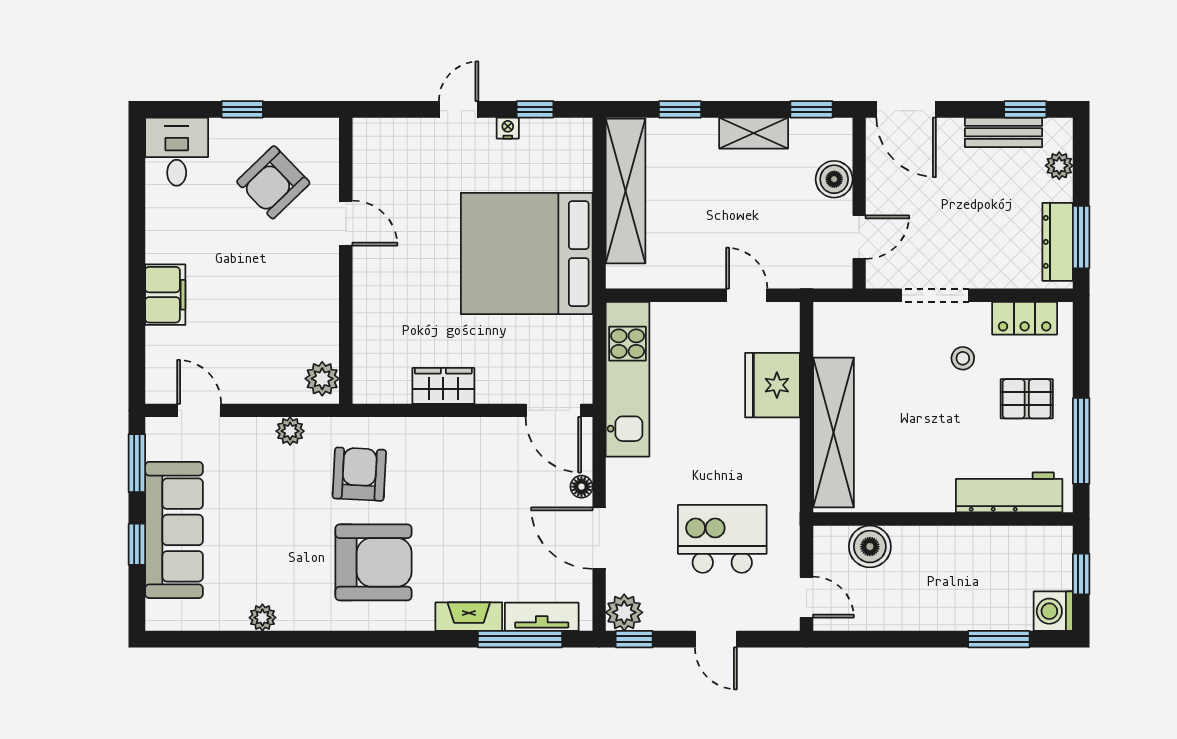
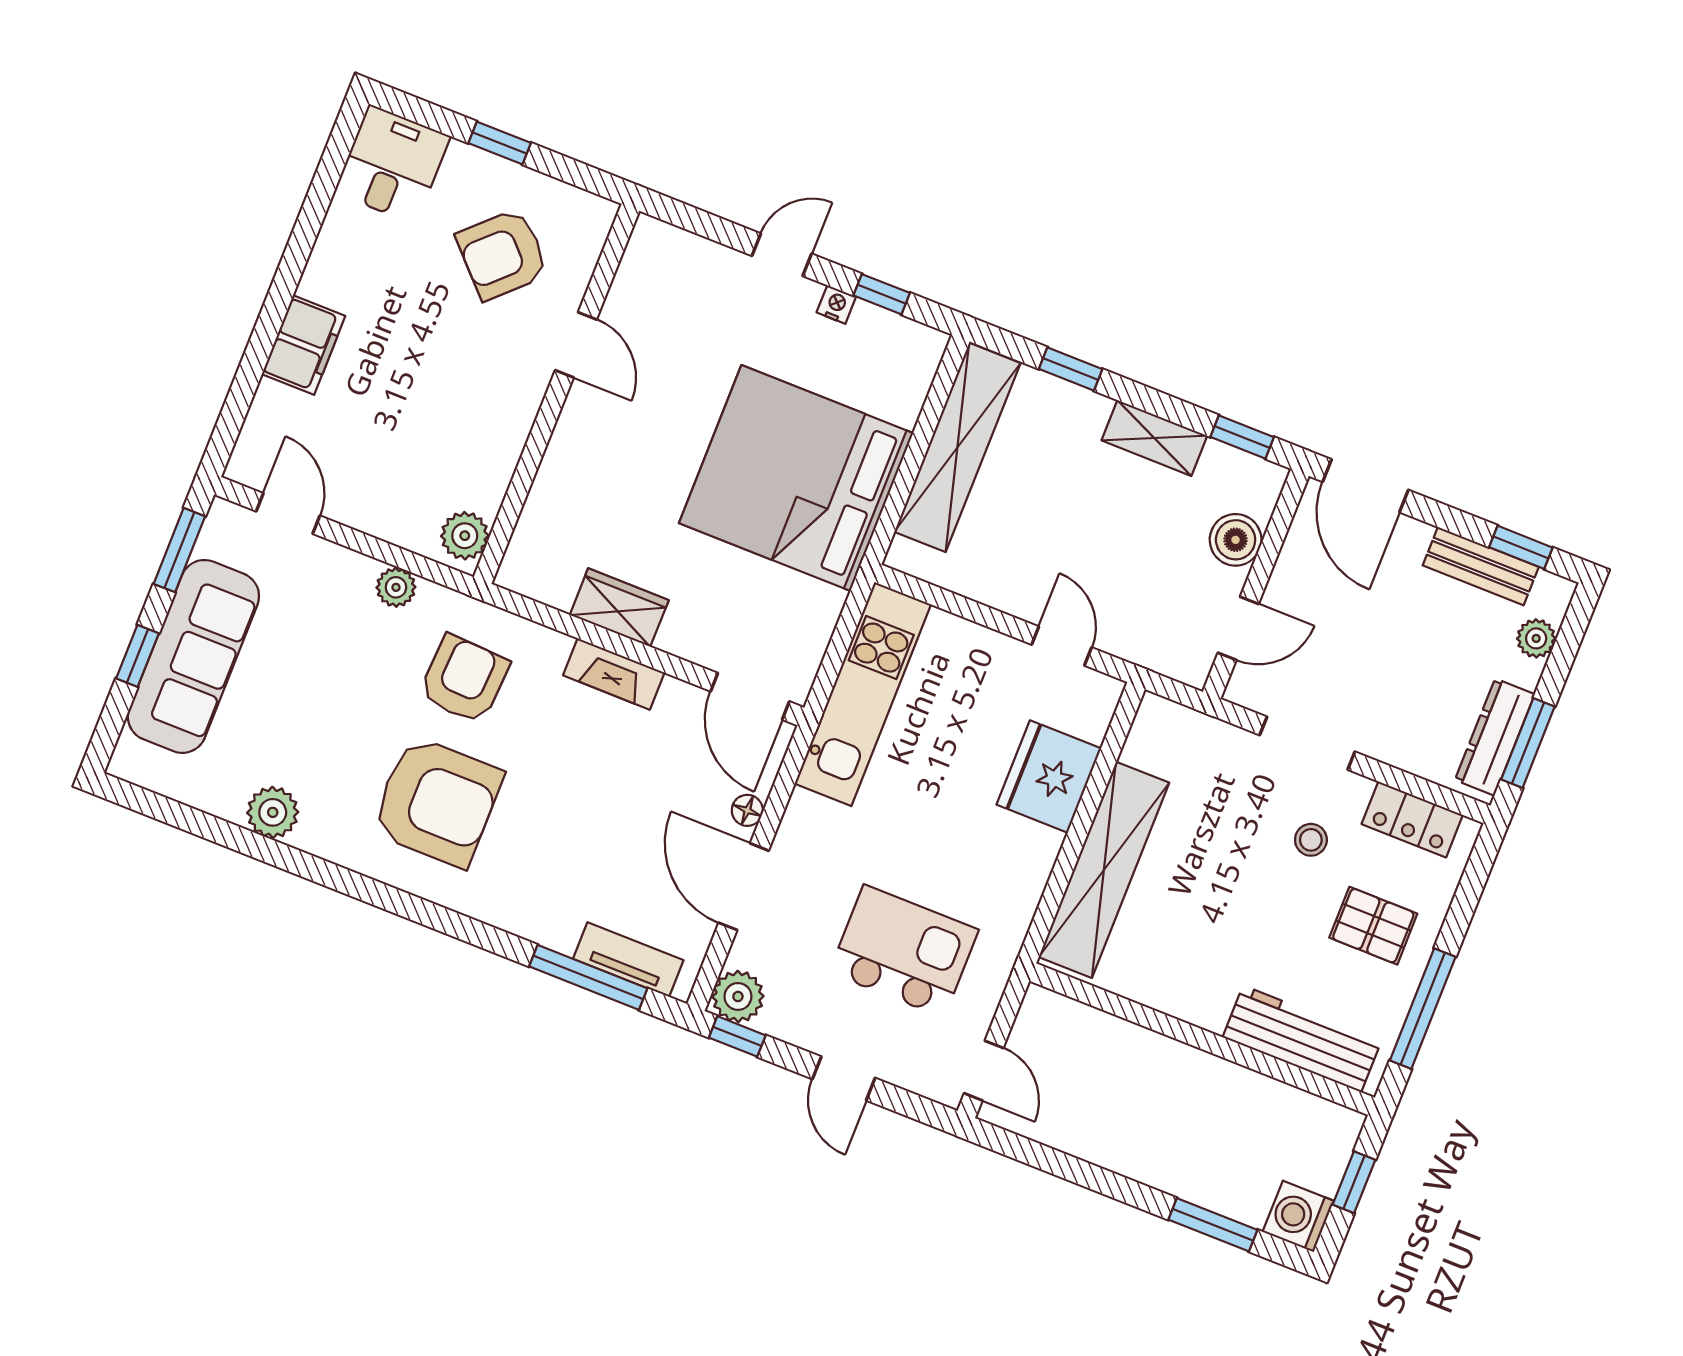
boiler: (870, 547) -> (1093, 1037), removed
fireplace: (469, 617) -> (614, 674), moved, turned 180
plant: (262, 618) -> (273, 812), width x1.38, depth x1.38

